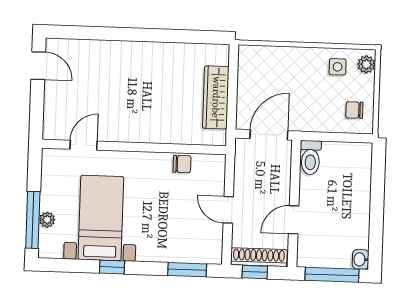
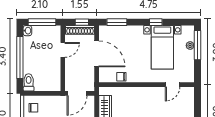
toilet: (310, 158) -> (29, 82), moved
window: (377, 208) -> (20, 57), added
door: (228, 210) -> (97, 54), width x1.87

